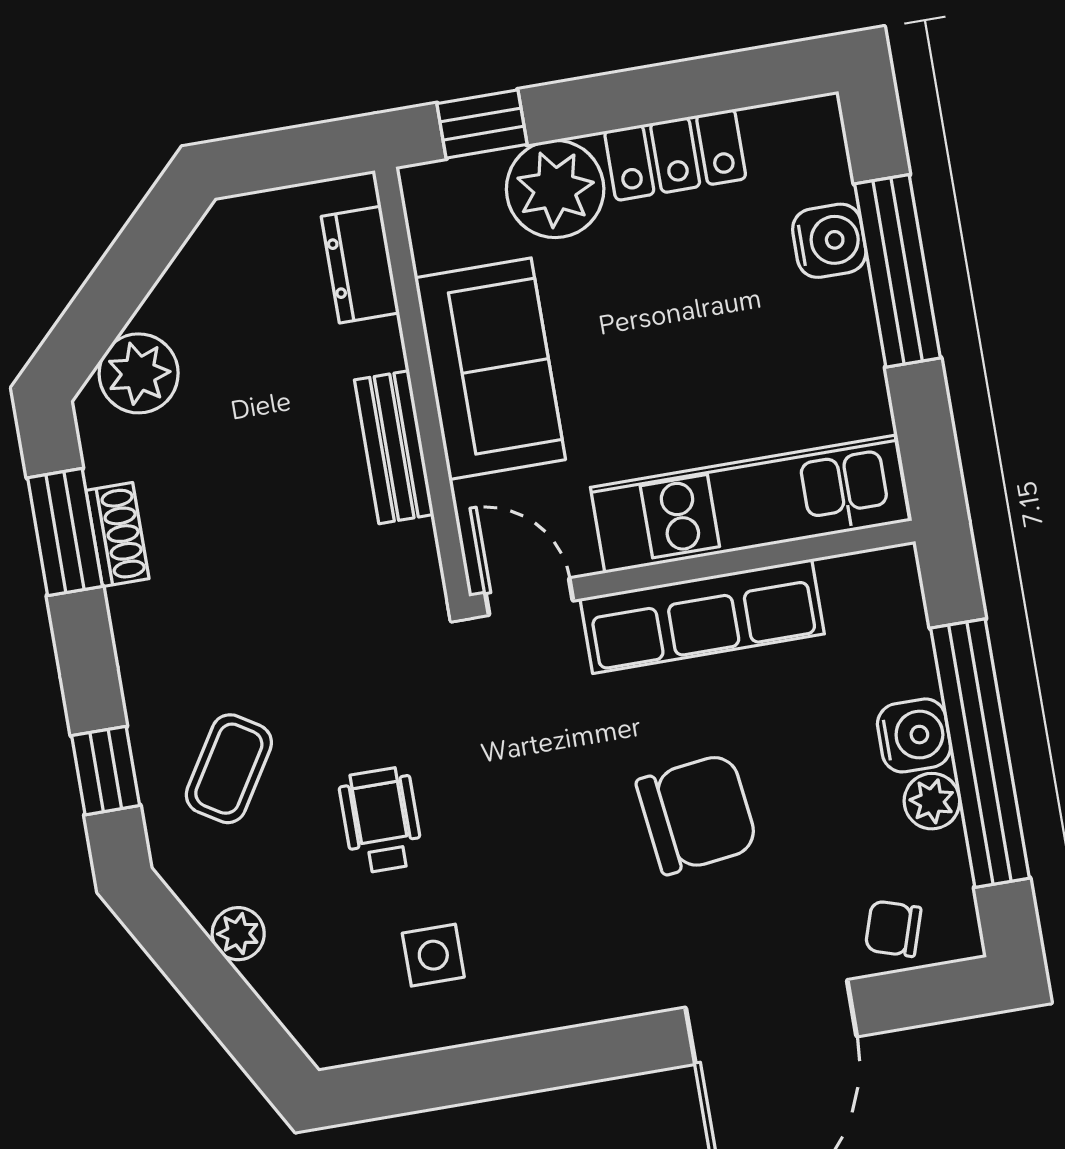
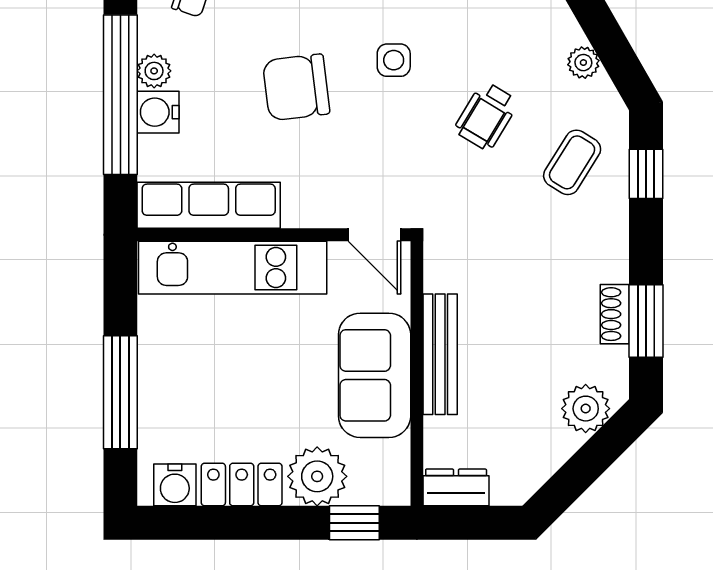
water cooler: (829, 241) -> (175, 485), moved, turned -90
dresser: (360, 265) -> (456, 487), moved, turned -90
bench: (394, 447) -> (440, 354), width x1.36
row of seats: (702, 616) -> (209, 205), moved
wheelchair: (381, 820) -> (486, 116), turned 31
side table: (433, 955) -> (394, 60), moved

